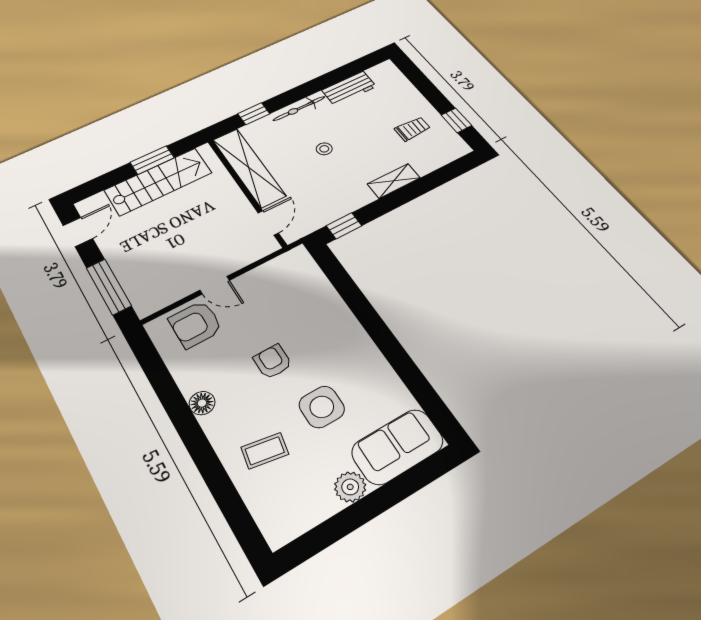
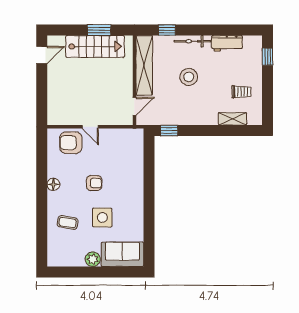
window: (456, 120) -> (268, 57), moved
stool: (324, 149) -> (189, 77), width x1.89, depth x1.89
shelving: (394, 181) -> (233, 119), moved
window: (109, 287) -> (42, 97), removed
armchair: (273, 362) -> (94, 183), turned 90

